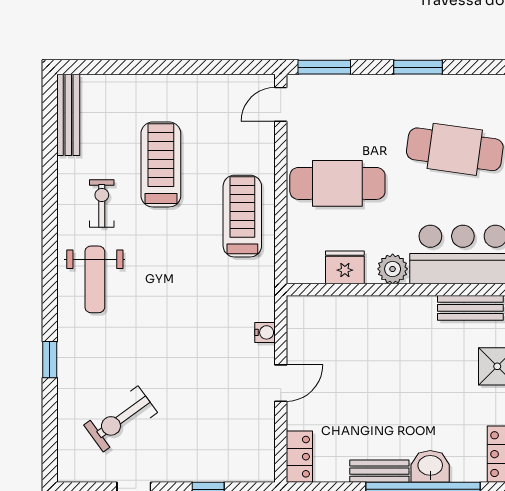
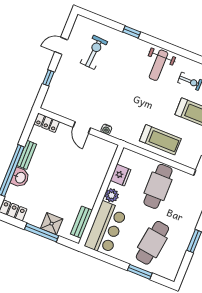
weight bench: (95, 279) -> (158, 65), turned -90
exercise bike: (121, 419) -> (94, 52), turned 40

